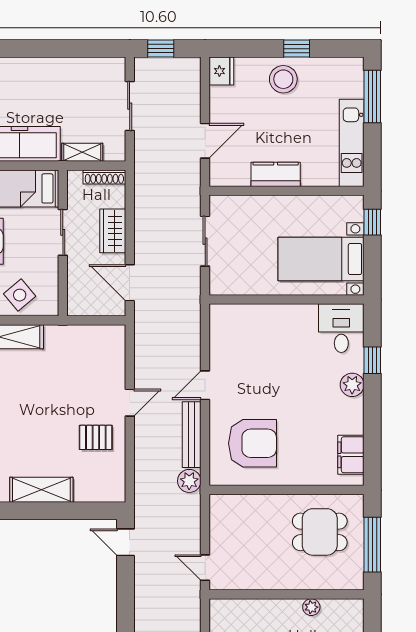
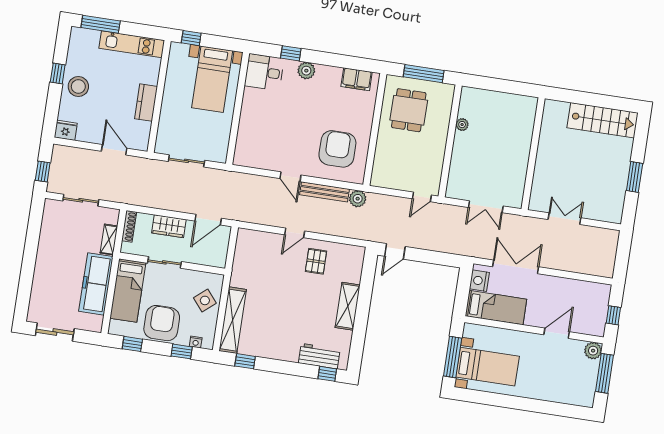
door: (130, 403) -> (295, 233), swing flipped

